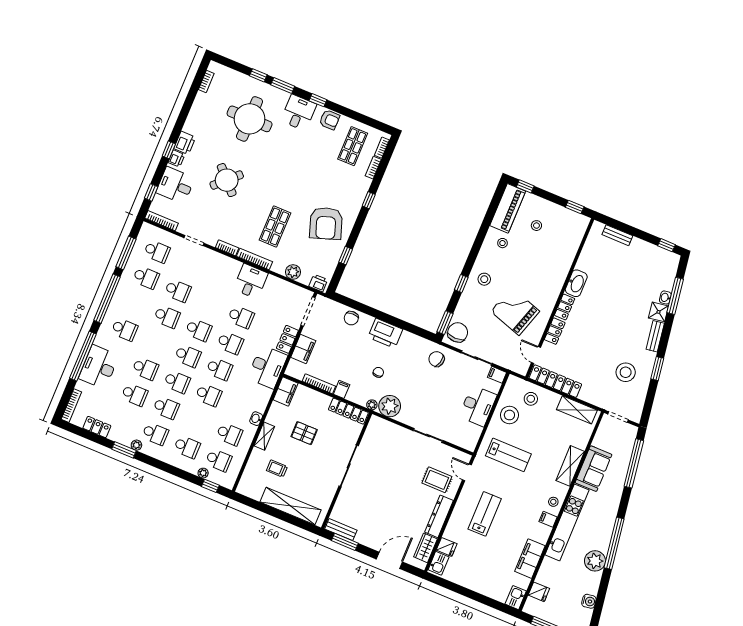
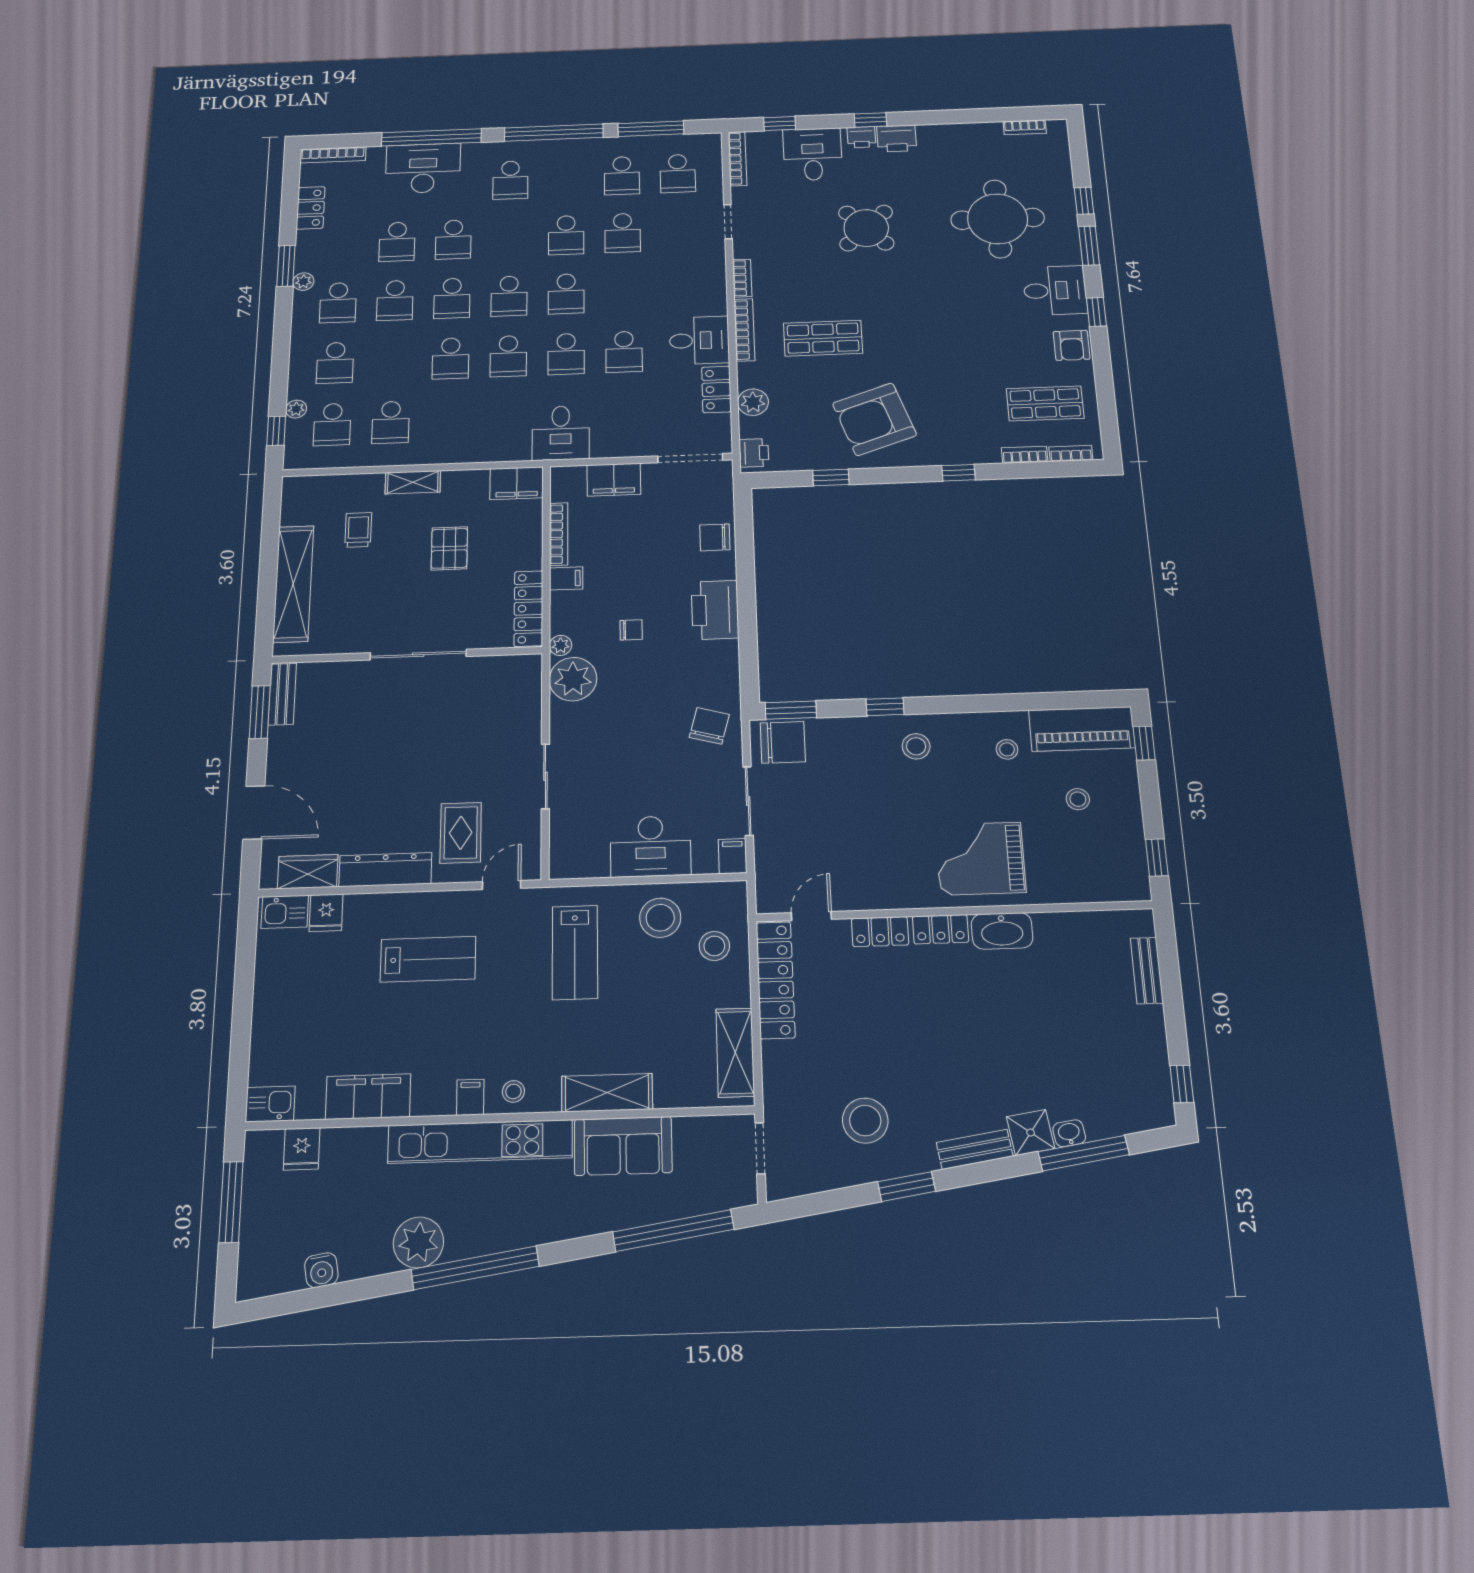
grand piano: (515, 311) -> (981, 859), moved, turned -108
locker: (287, 339) -> (716, 389), moved, turned -90
desk: (267, 367) -> (561, 433), width x0.73
washbasin: (256, 419) -> (441, 455), removed

